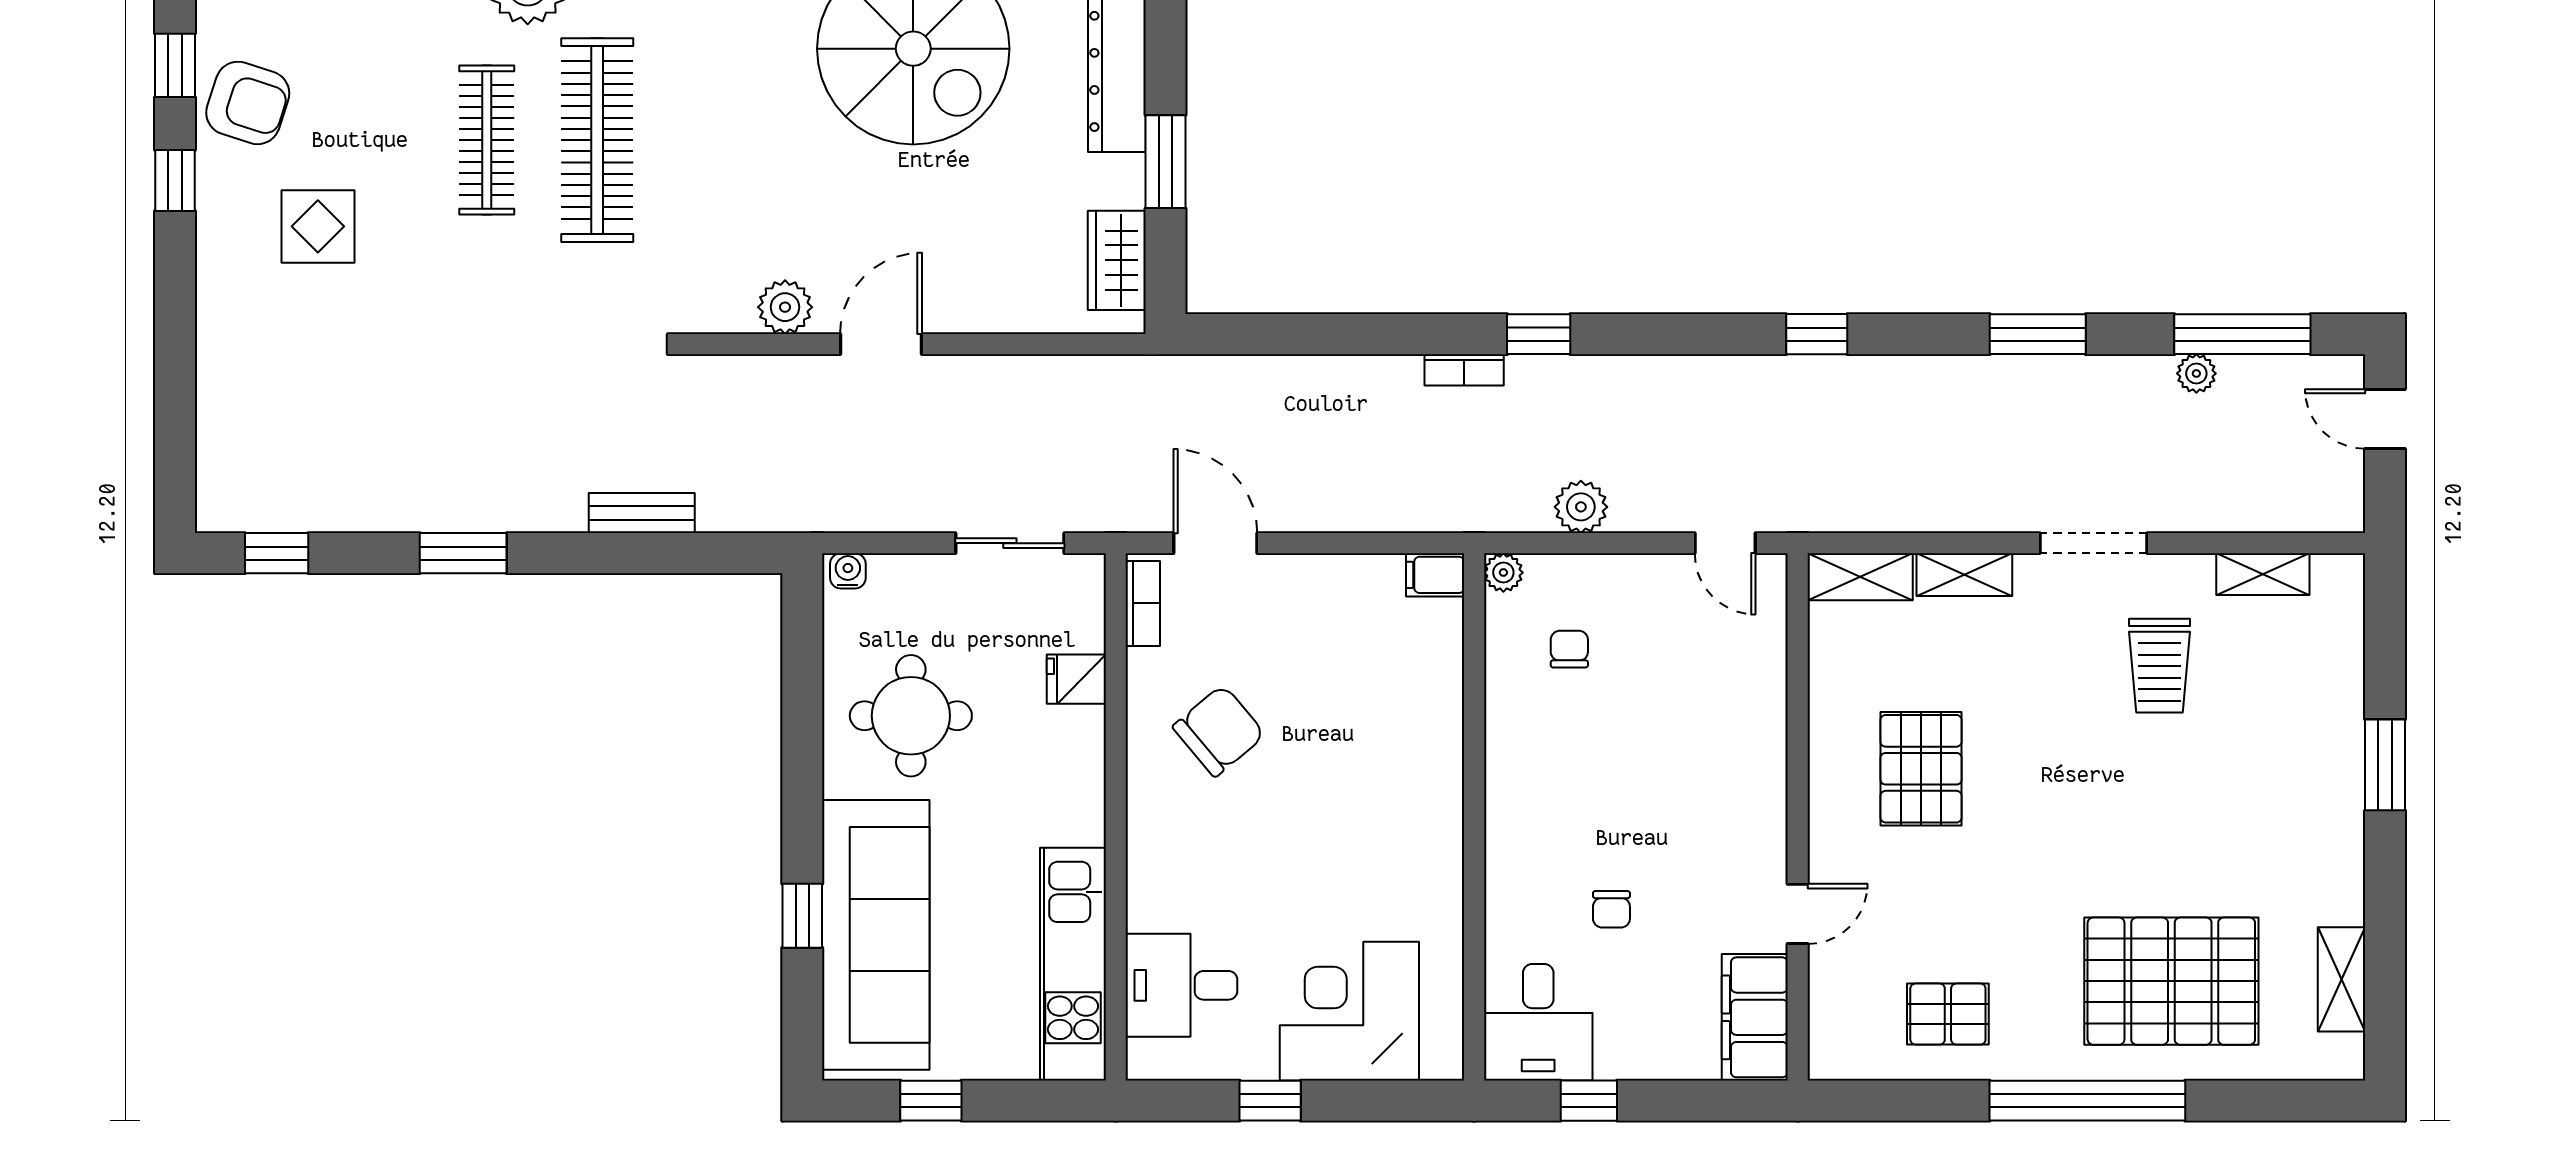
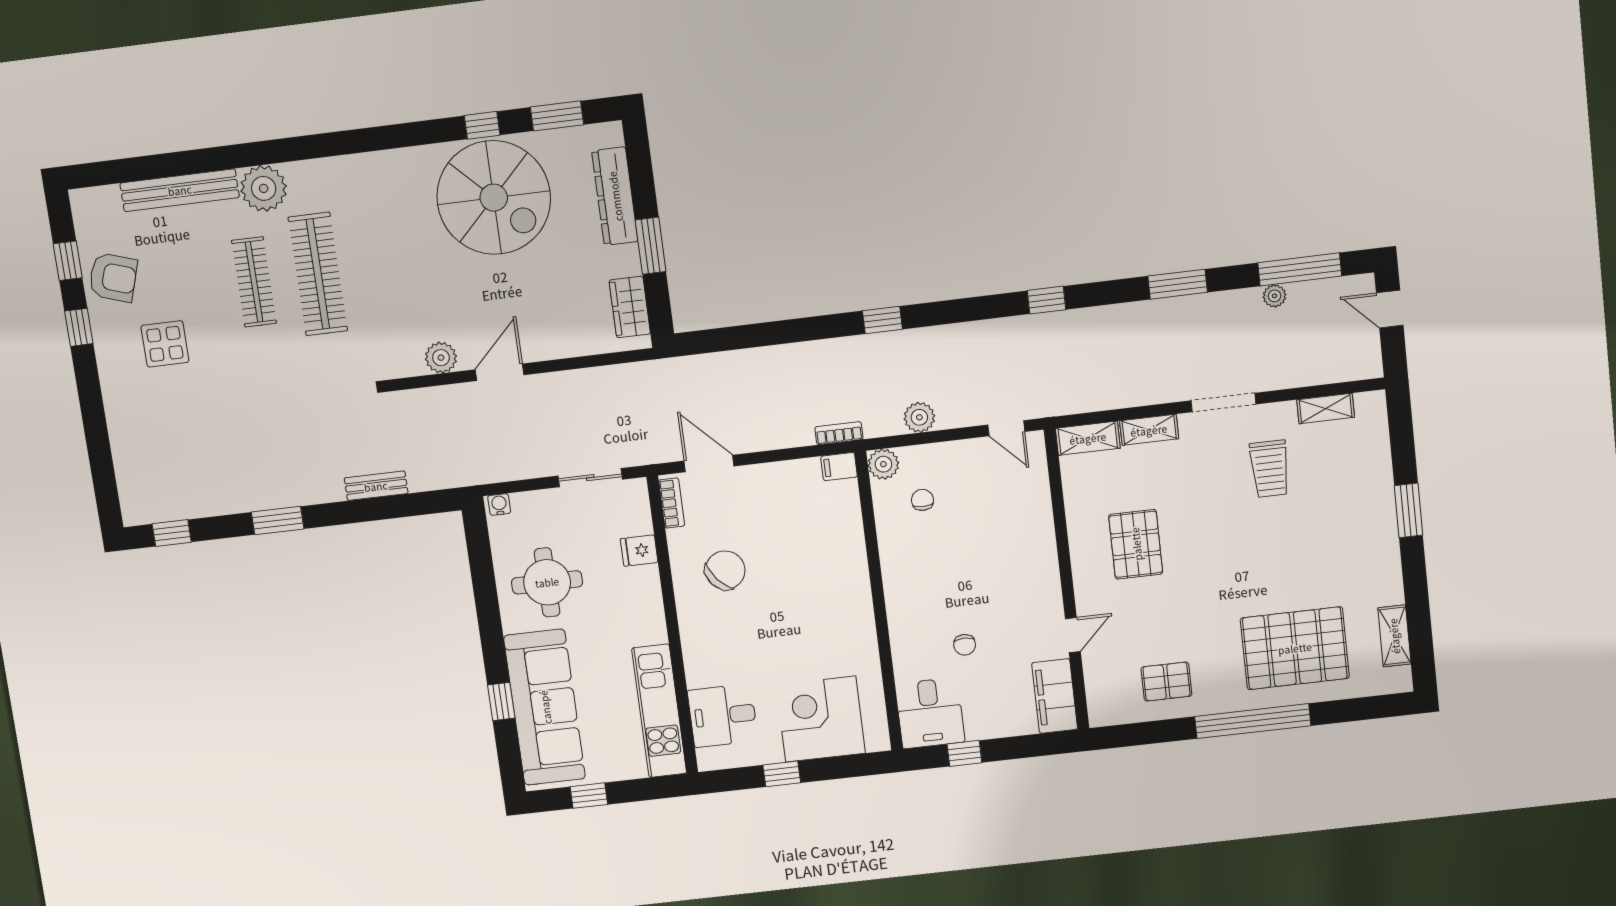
bookcase: (1464, 370) -> (839, 433), moved, turned 180
plant: (1503, 573) -> (883, 464), width x1.38, depth x1.38

